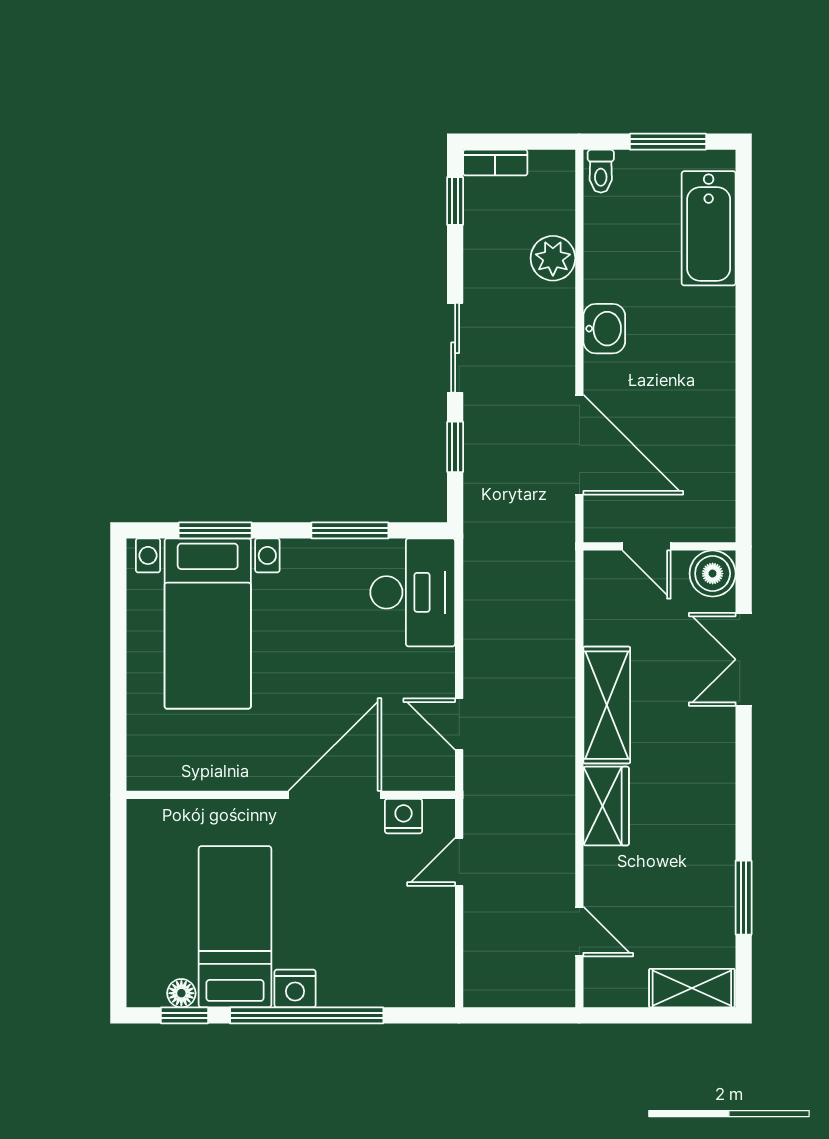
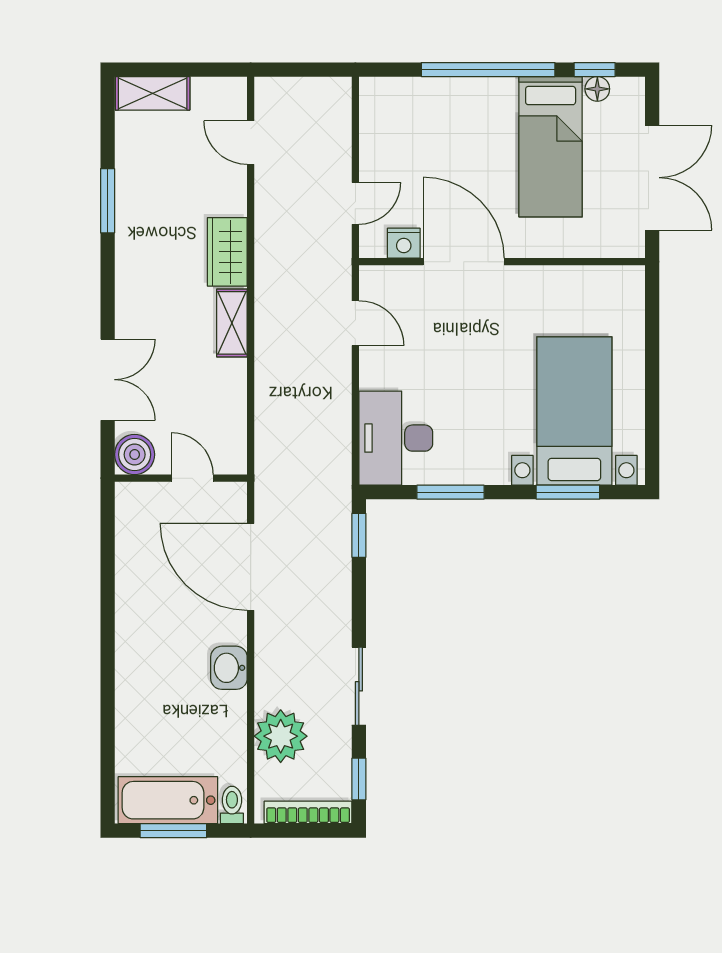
bookcase: (495, 163) -> (308, 812), width x1.56
bathtub: (709, 228) -> (168, 800), moved, turned -90
plant: (553, 258) -> (281, 736), width x1.36, depth x1.36
sliding door: (455, 348) -> (359, 686), moved
window: (455, 447) -> (359, 535), moved
shelving: (607, 705) -> (232, 323), width x0.67, depth x0.75
door: (335, 795) -> (464, 262), swing flipped
double door: (118, 891) -> (652, 178), added
window: (744, 898) -> (108, 201), moved
nightstand: (295, 988) -> (498, 93), removed

